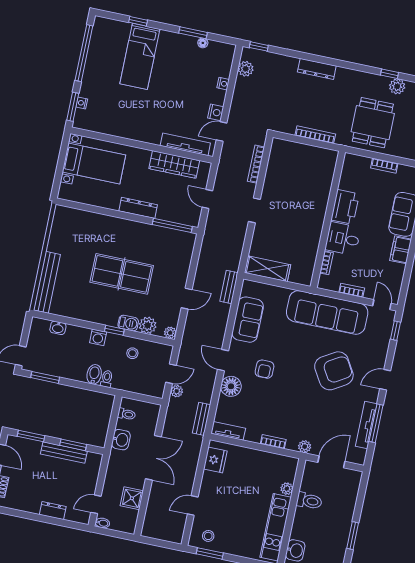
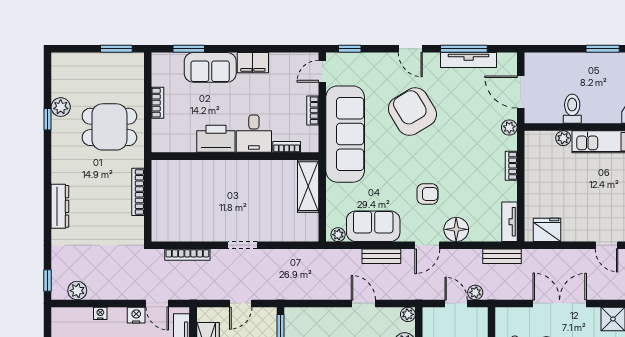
shelving: (267, 269) -> (308, 186), moved
bench: (229, 287) -> (381, 256), moved
plant: (247, 290) -> (338, 235), added

